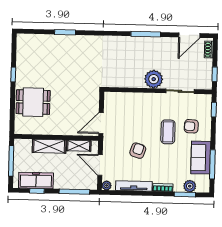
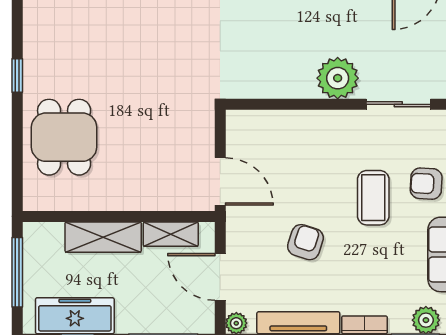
dining table: (33, 102) -> (64, 137), turned 90
door: (101, 123) -> (220, 181), swing flipped

